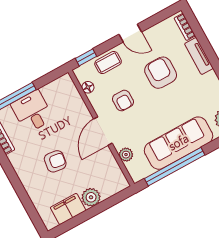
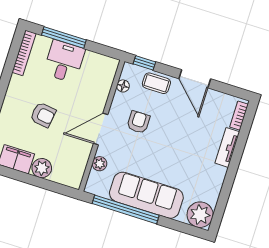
door: (130, 33) -> (195, 79), width x1.37
armchair: (161, 73) -> (187, 130), removed
armchair: (123, 100) -> (138, 122), turned 180

